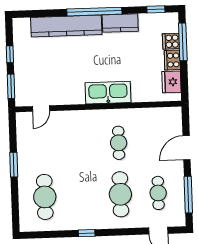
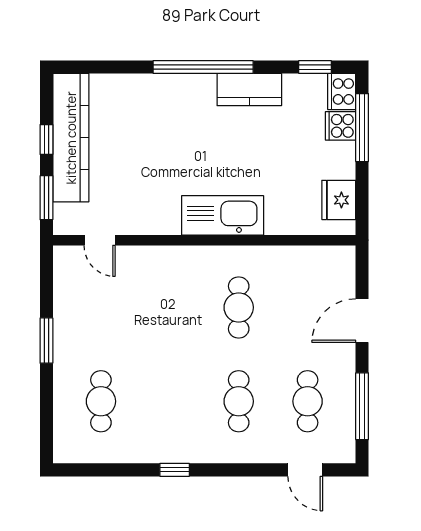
kitchen counter: (66, 26) -> (71, 138), moved, turned -90
cooker: (172, 60) -> (342, 91), moved
door: (41, 109) -> (100, 240), hinge flipped
cafe table: (120, 194) -> (239, 401), width x0.73, depth x0.74
cafe table: (45, 197) -> (101, 401), width x0.73, depth x0.74

